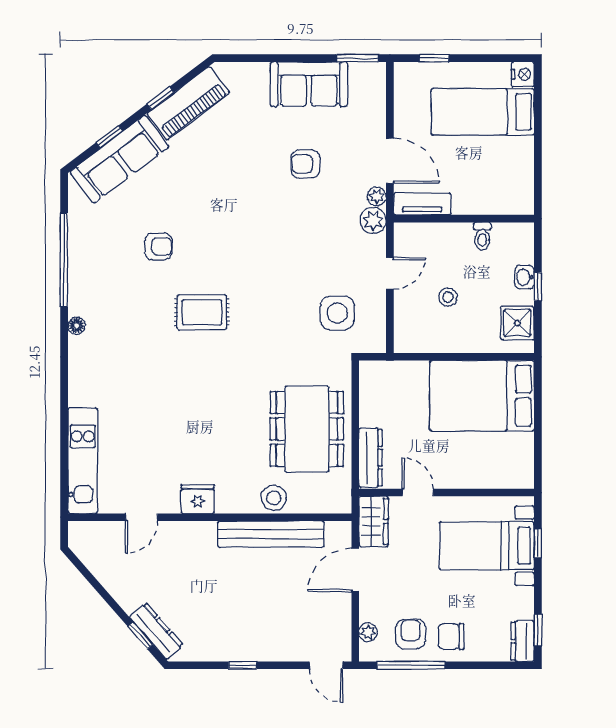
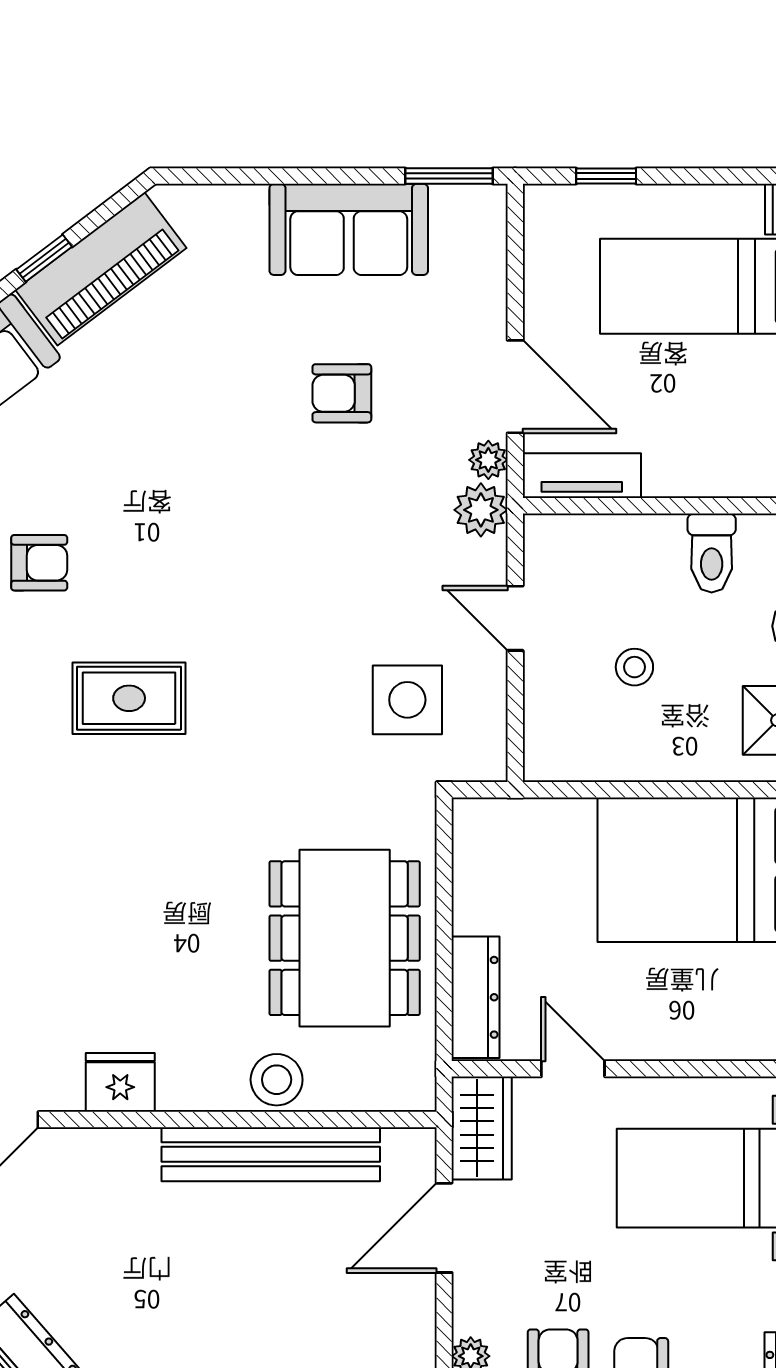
toilet: (482, 236) -> (712, 553), width x1.37, depth x1.39
door: (390, 273) -> (515, 618), swing flipped

